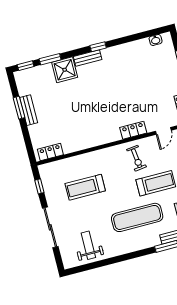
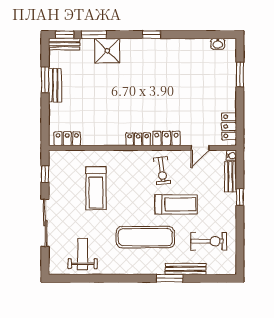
bench: (88, 58) -> (64, 44), moved
locker: (110, 137) -> (138, 139), added
treadmill: (85, 187) -> (96, 188), turned -90

